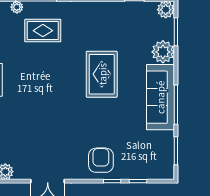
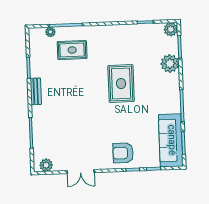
sofa: (160, 97) -> (171, 140), moved
armchair: (101, 160) -> (123, 153), turned -90

